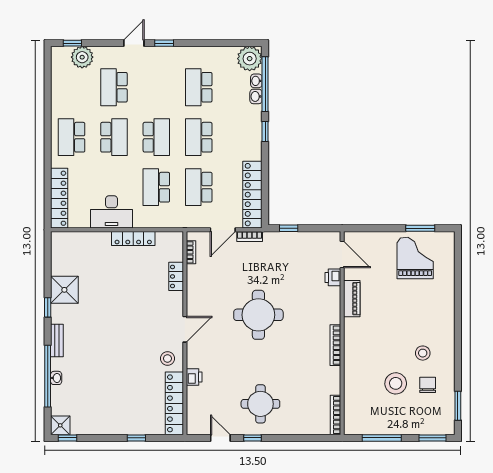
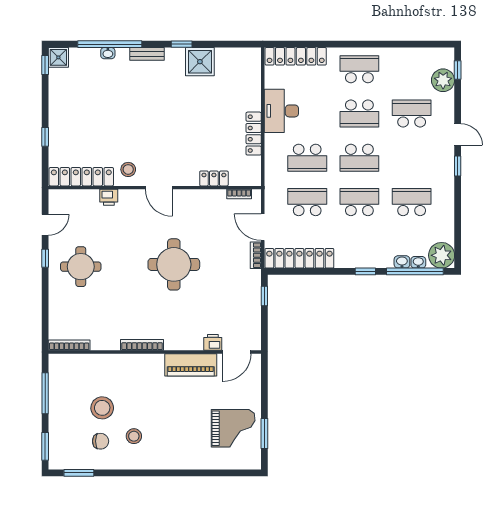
school desk: (156, 187) -> (307, 158), turned 180
piano: (352, 299) -> (191, 365), width x1.37, depth x1.33

